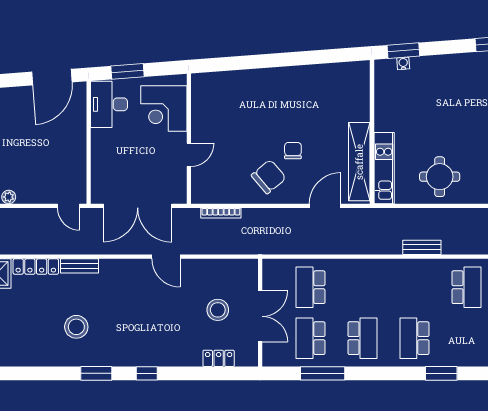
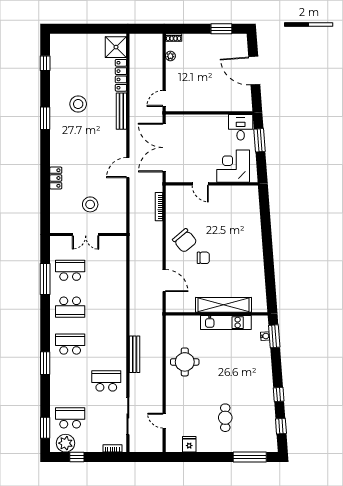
door: (52, 77) -> (254, 71), moved
desk: (109, 104) -> (241, 127), width x0.73
shelving: (359, 162) -> (224, 305), moved
kitchen unit: (384, 168) -> (226, 323), moved
bench: (422, 247) -> (135, 354), width x1.36
bench: (79, 266) -> (121, 111), width x1.36
school desk: (310, 287) -> (106, 270), removed
school desk: (466, 287) -> (106, 381), turned 180
double door: (260, 316) -> (86, 234), width x0.73
locker: (219, 358) -> (56, 178), moved
window: (147, 373) -> (45, 63), moved

